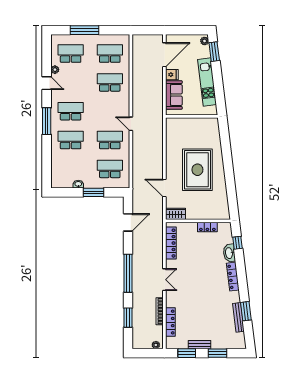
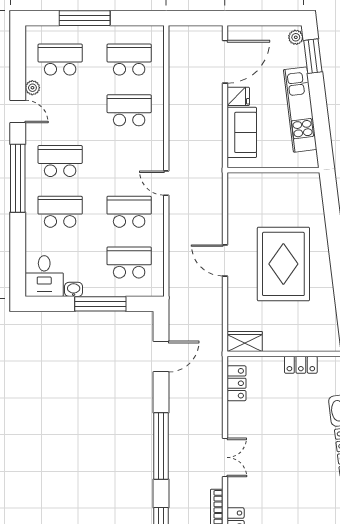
window: (47, 121) -> (18, 178), width x1.46
desk: (62, 177) -> (44, 276), added
door: (164, 188) -> (225, 260), moved
window: (94, 192) -> (100, 304), width x1.44
locker: (171, 243) -> (237, 383), width x0.66

